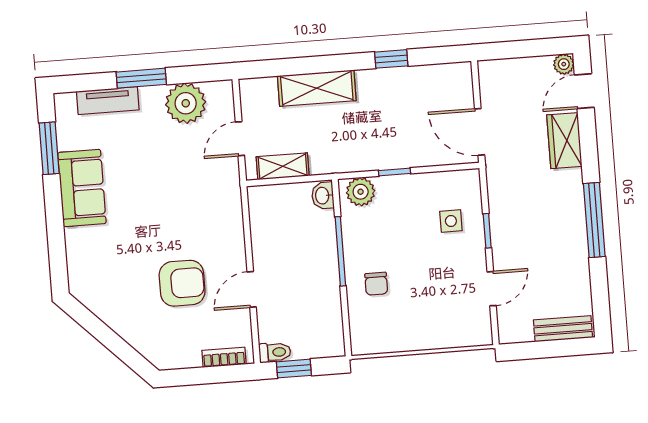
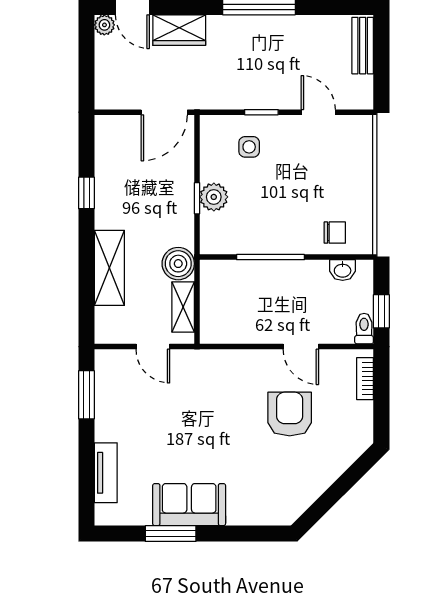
window: (141, 78) -> (86, 395), moved
plant: (186, 103) -> (114, 397), removed
window: (49, 148) -> (171, 534), moved
boiler: (327, 158) -> (178, 264), added
plant: (361, 192) -> (214, 197), moved
washbasin: (323, 196) -> (343, 270), moved
chair: (376, 284) -> (335, 233), moved

